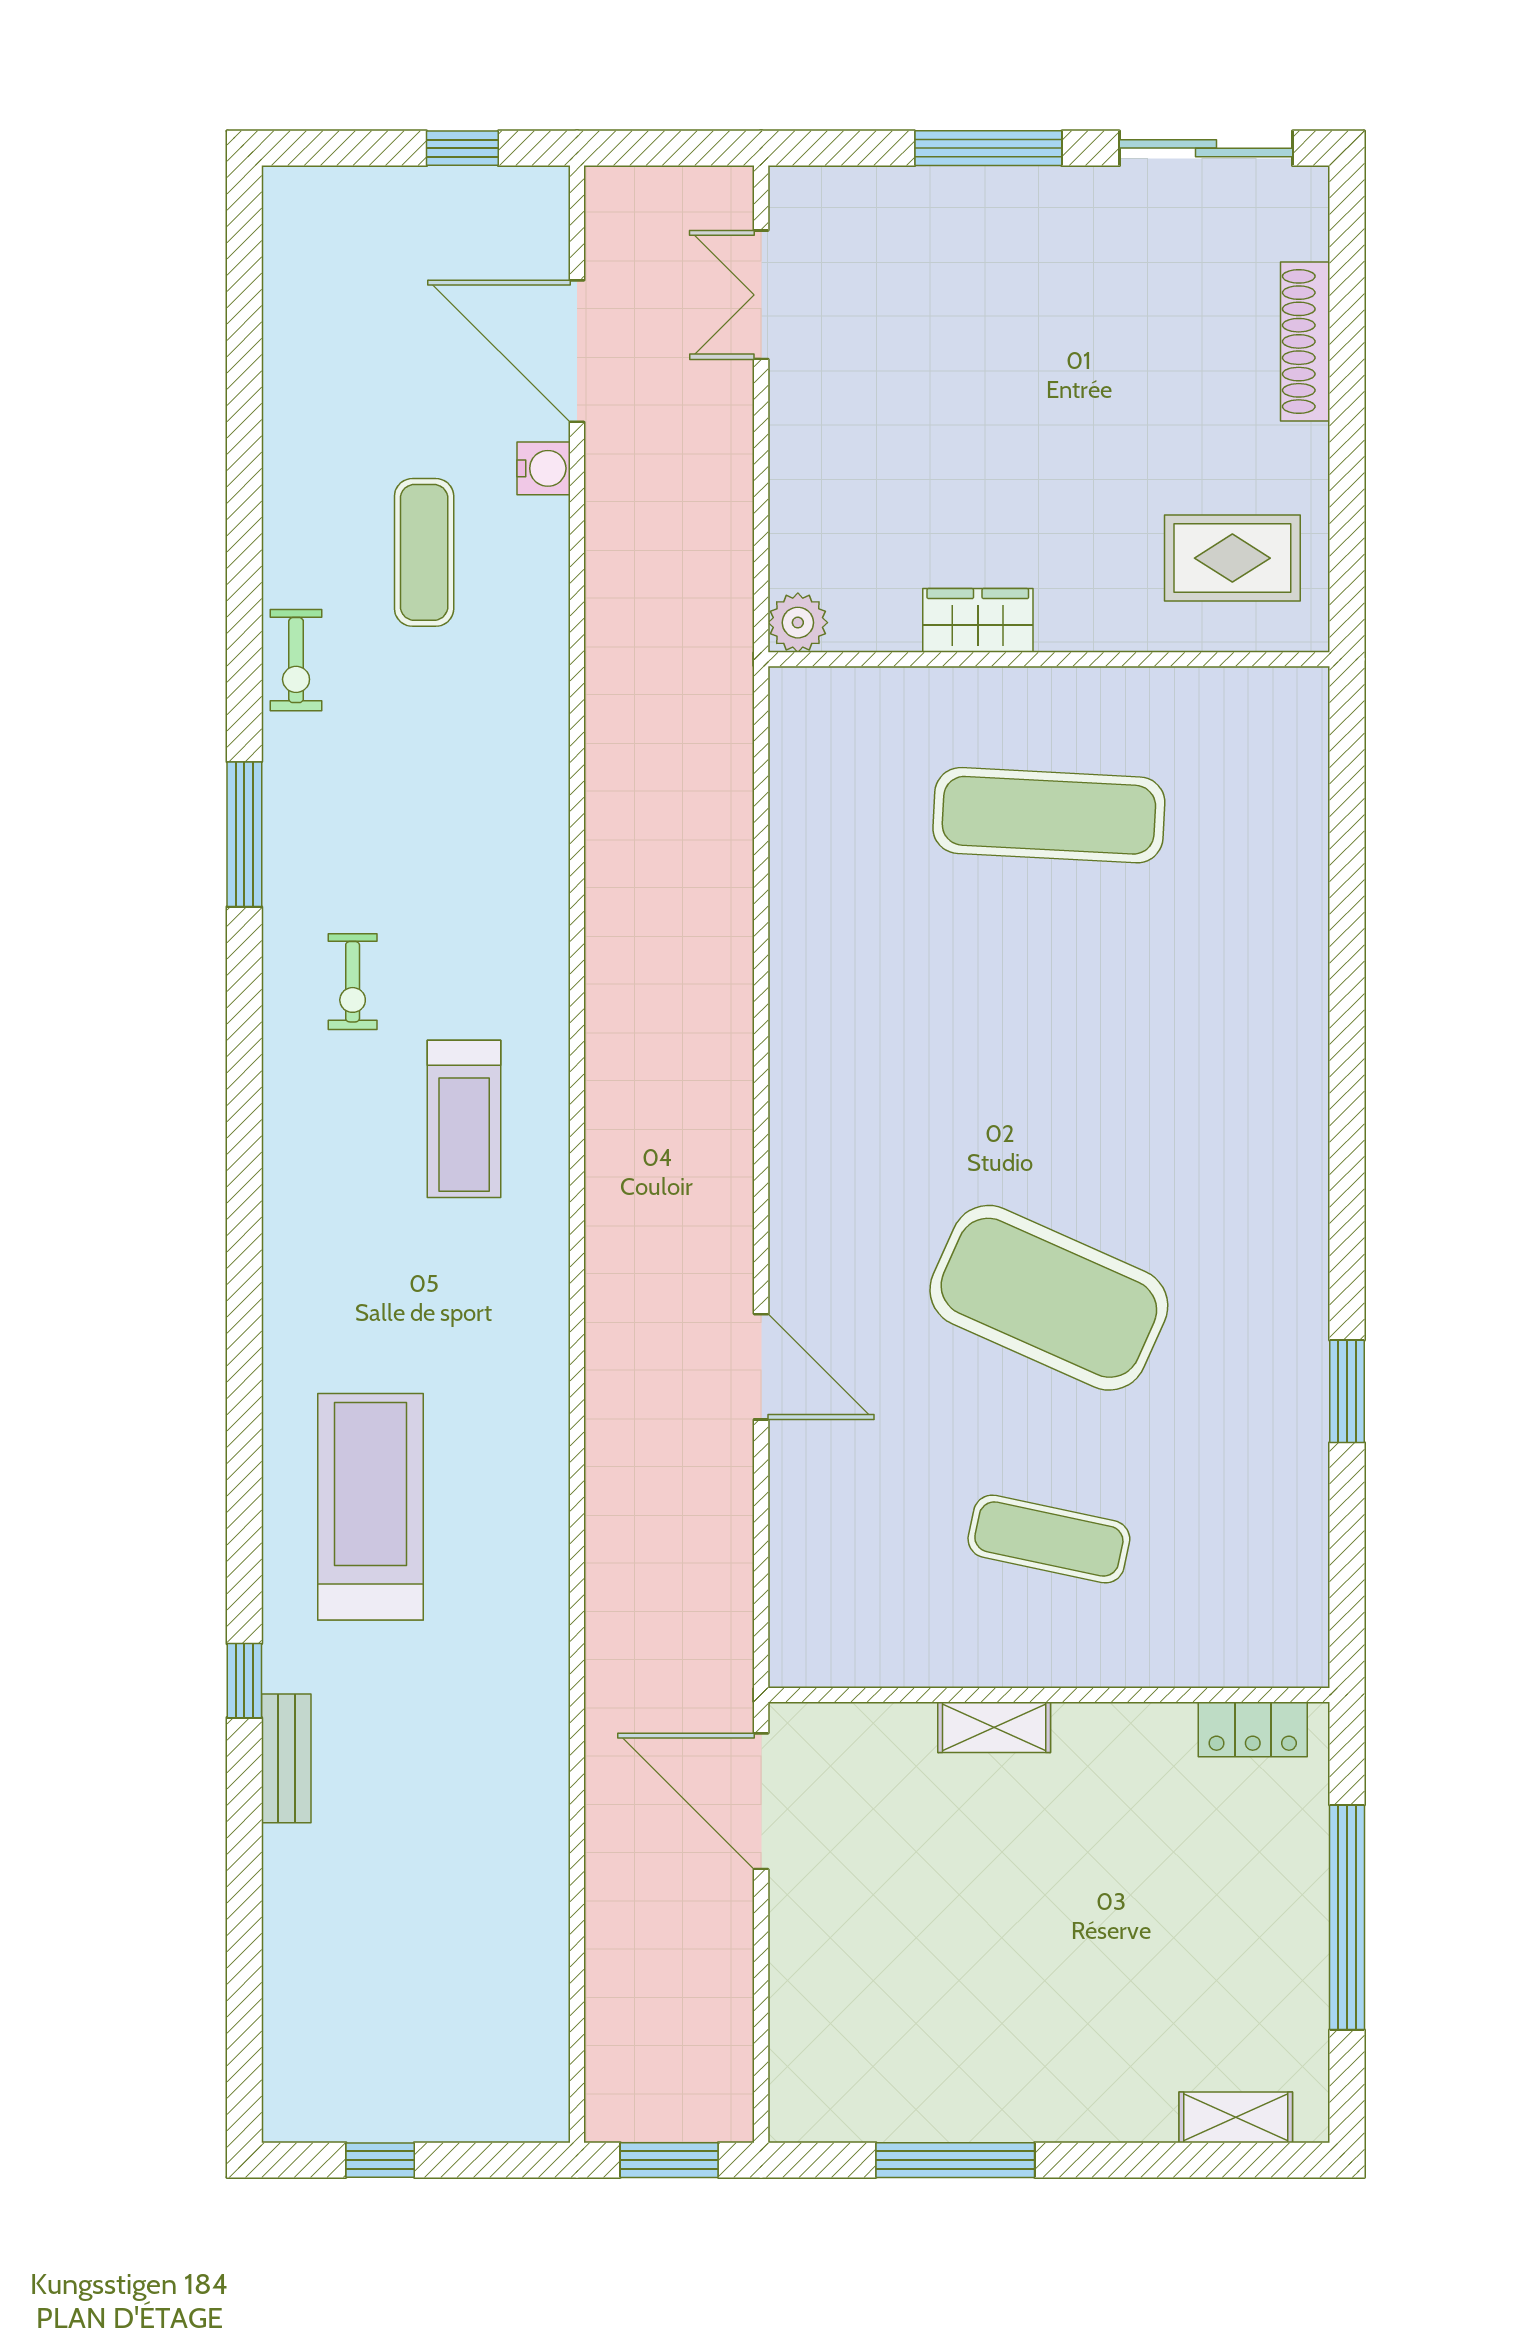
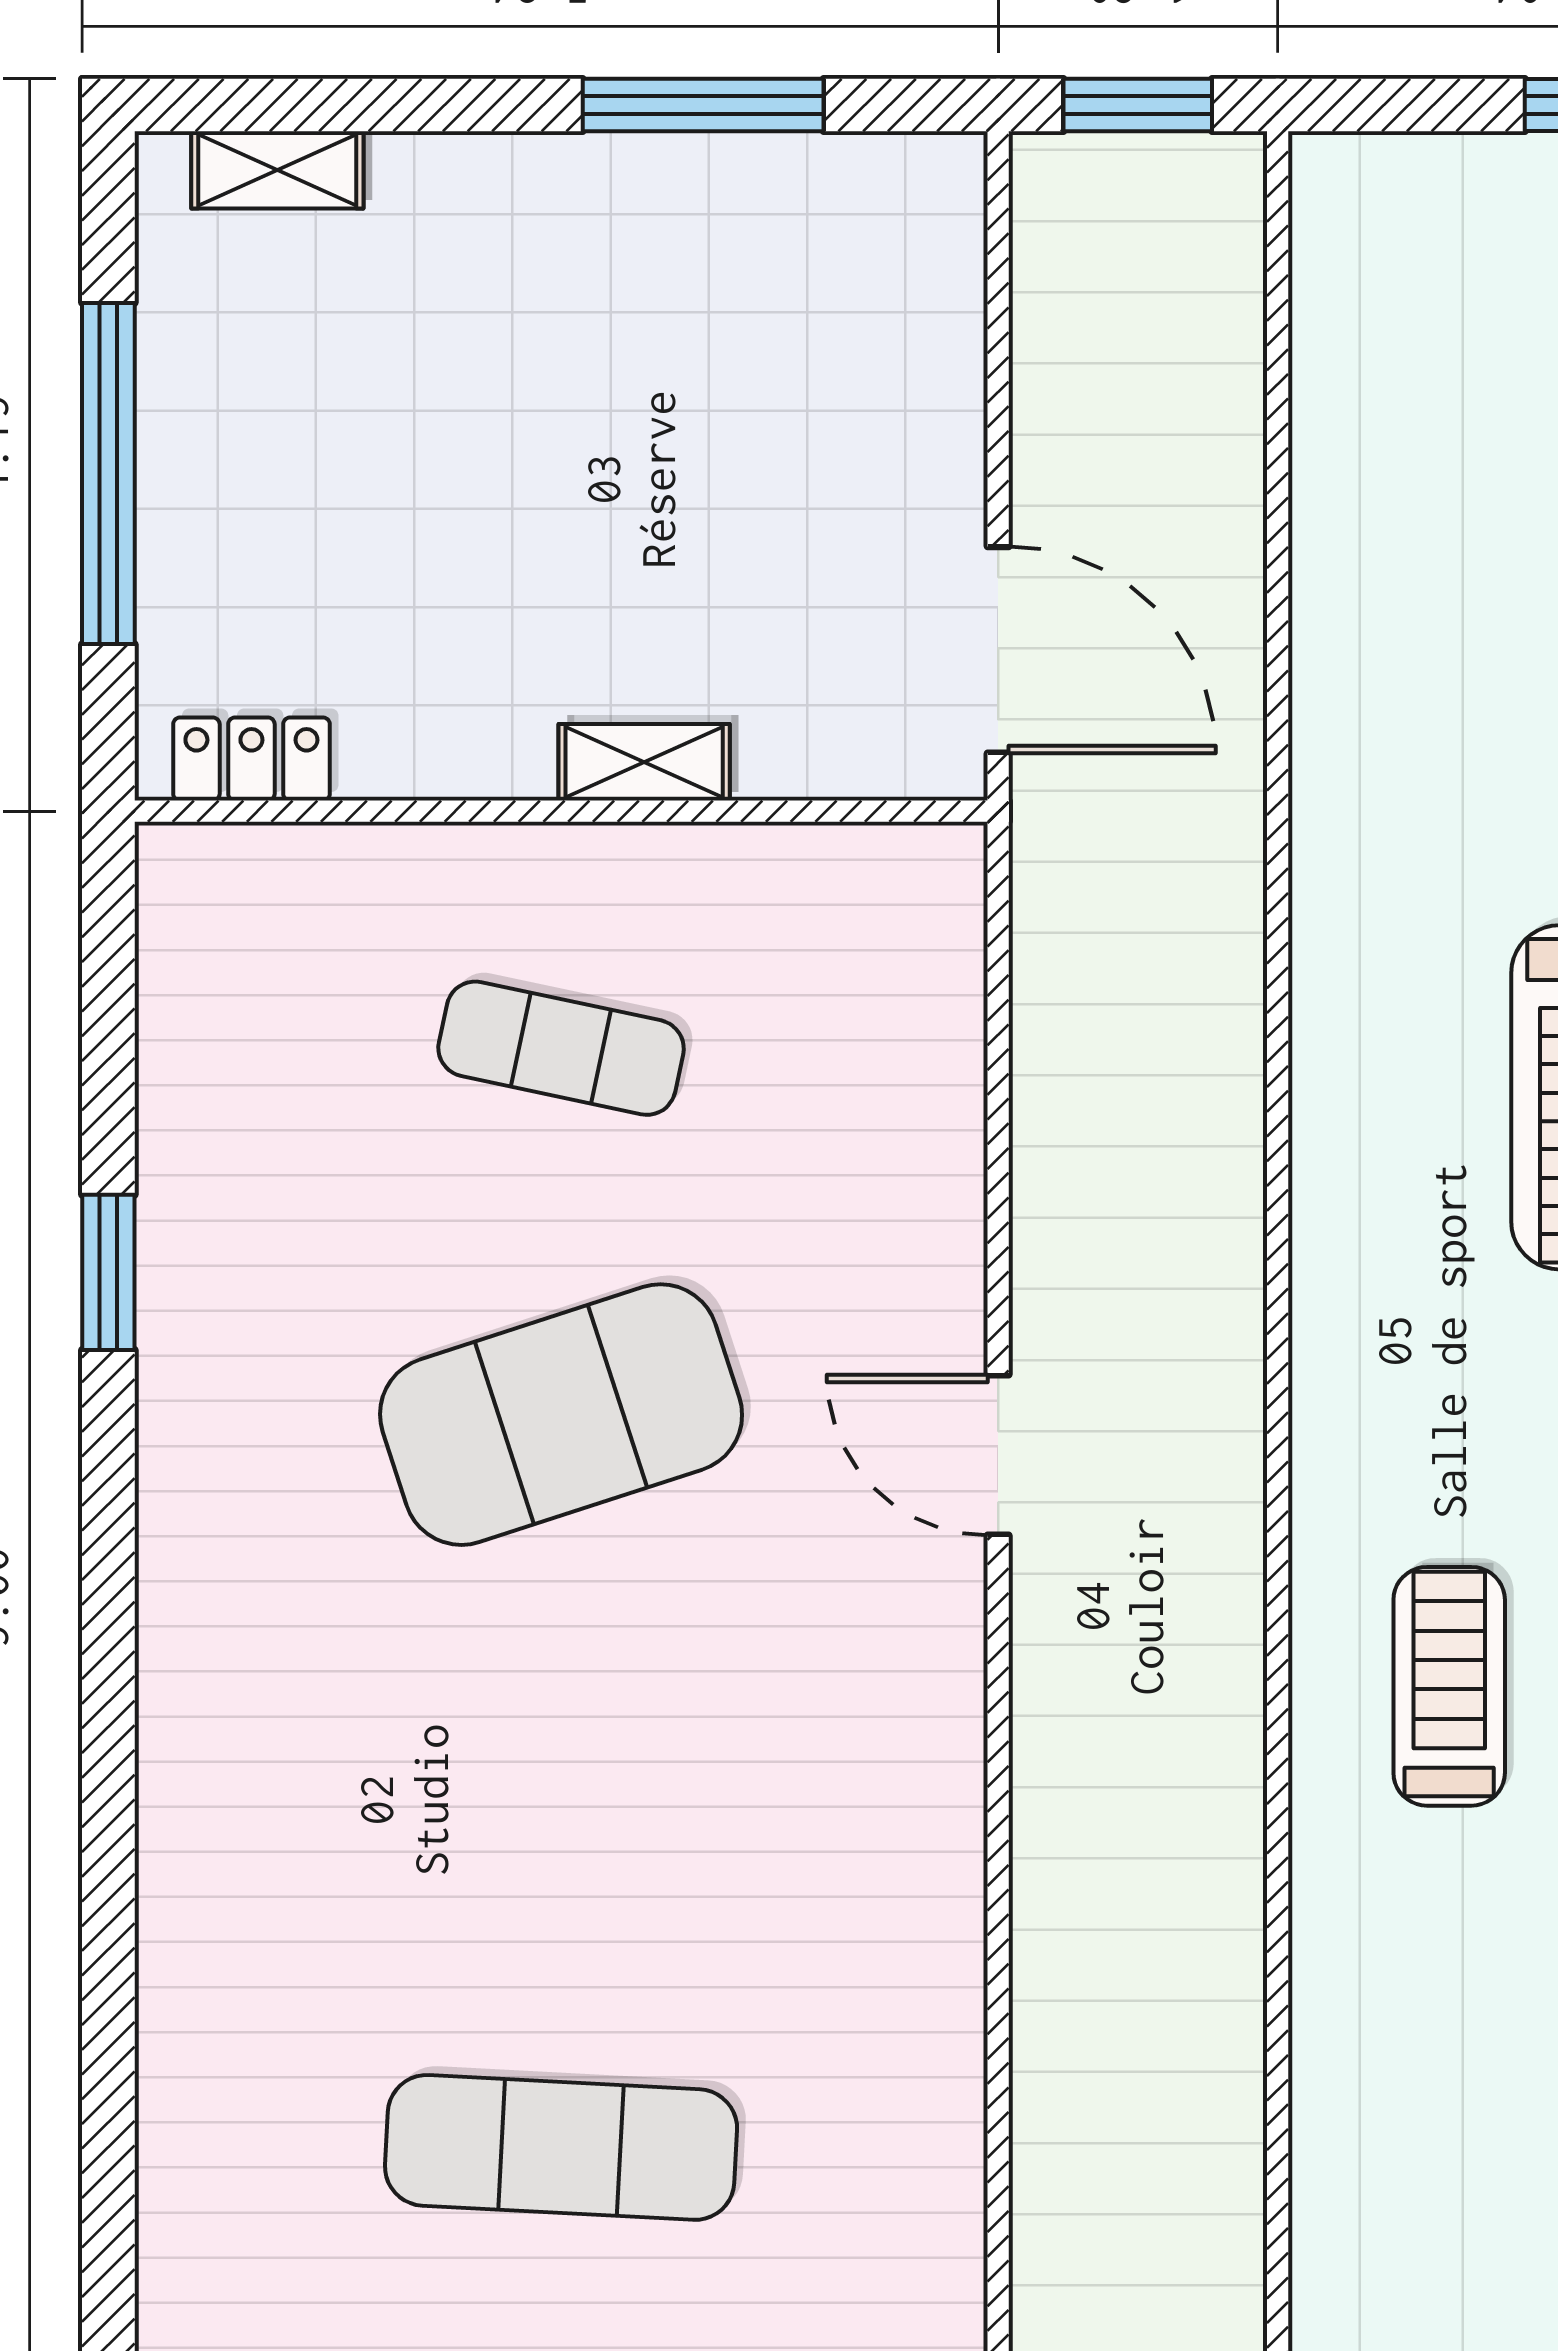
exercise mat: (1049, 1298) -> (561, 1415), turned -42
door: (761, 1367) -> (998, 1455), moved

